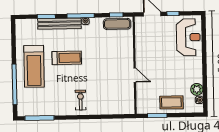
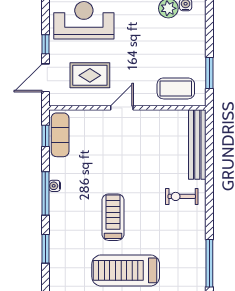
bench: (59, 24) -> (197, 145), moved
rug: (154, 42) -> (90, 75), added
treadmill: (34, 66) -> (126, 270), turned 180
door: (135, 75) -> (122, 108), moved
coffee table: (171, 102) -> (176, 88), moved, turned 90

